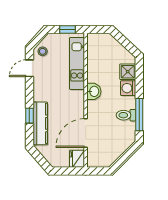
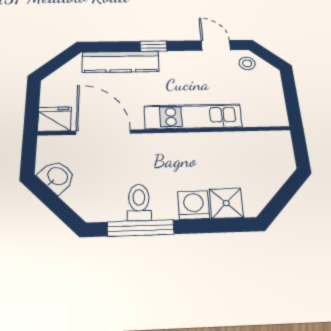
window: (68, 29) -> (291, 100), removed
kitchen unit: (77, 63) -> (193, 116), moved
washbasin: (94, 91) -> (57, 177), moved, turned -135
window: (29, 116) -> (153, 46), moved

